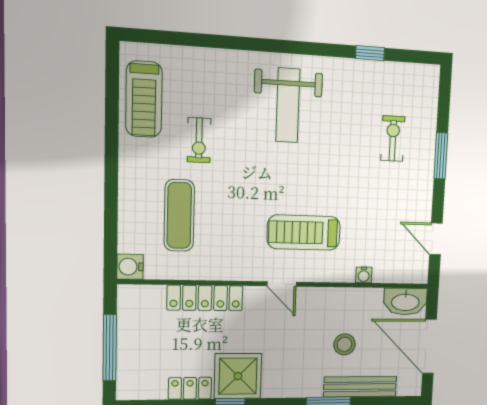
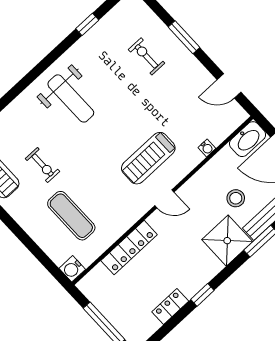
shower: (238, 376) -> (227, 241), moved

